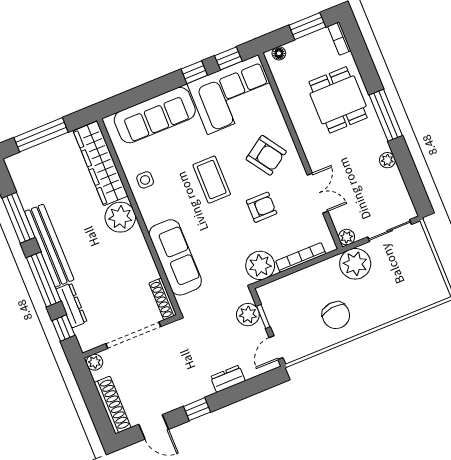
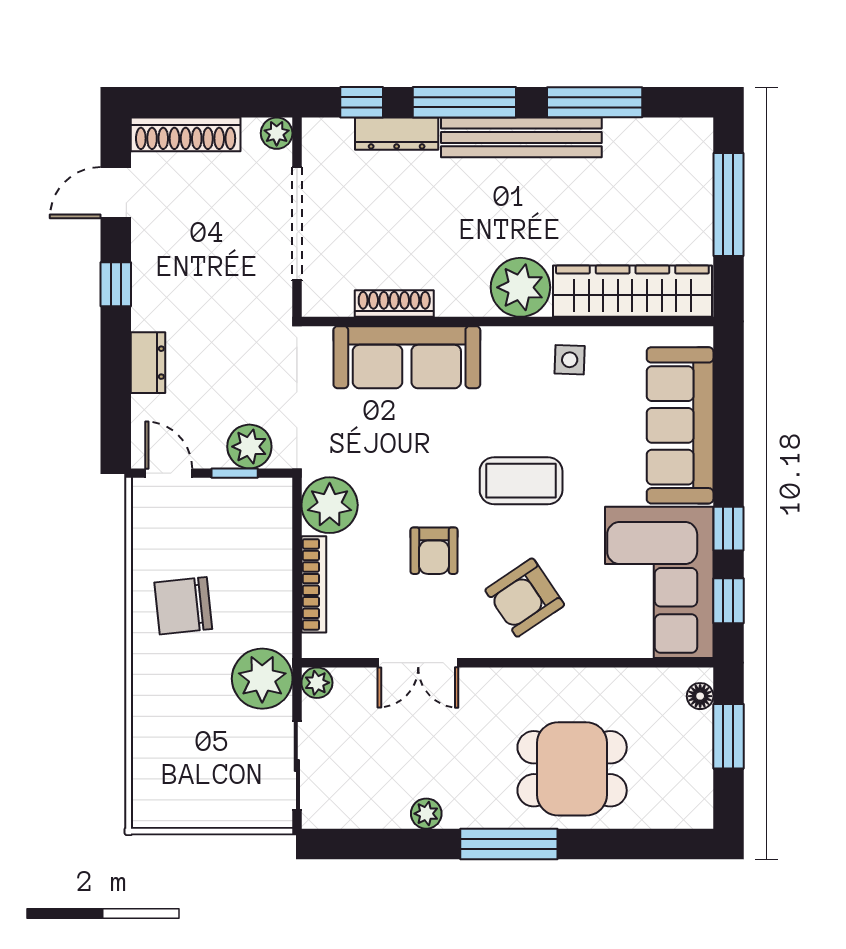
window: (307, 26) -> (728, 736), moved
bookcase: (339, 38) -> (682, 816), removed
shoe rack: (163, 299) -> (394, 304), moved

